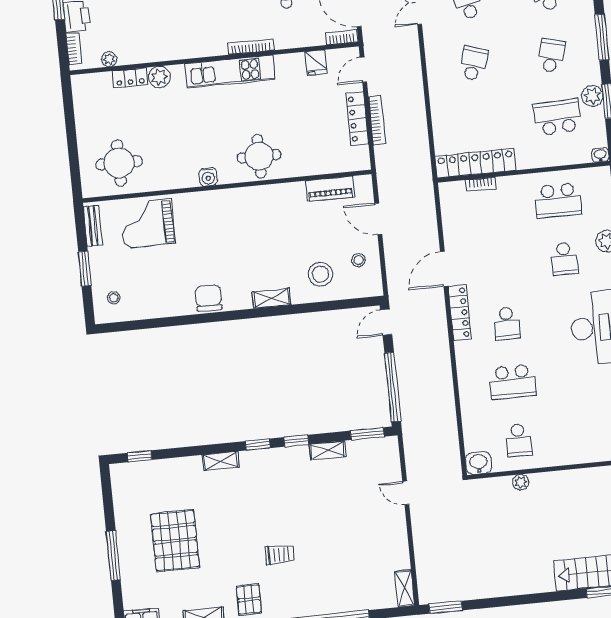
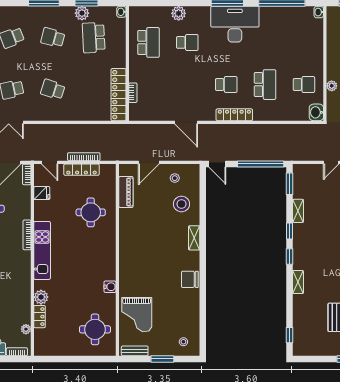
round table: (259, 156) -> (91, 212), moved
water cooler: (208, 177) -> (110, 287), moved
locker: (460, 313) -> (234, 115), moved

